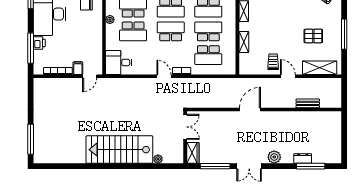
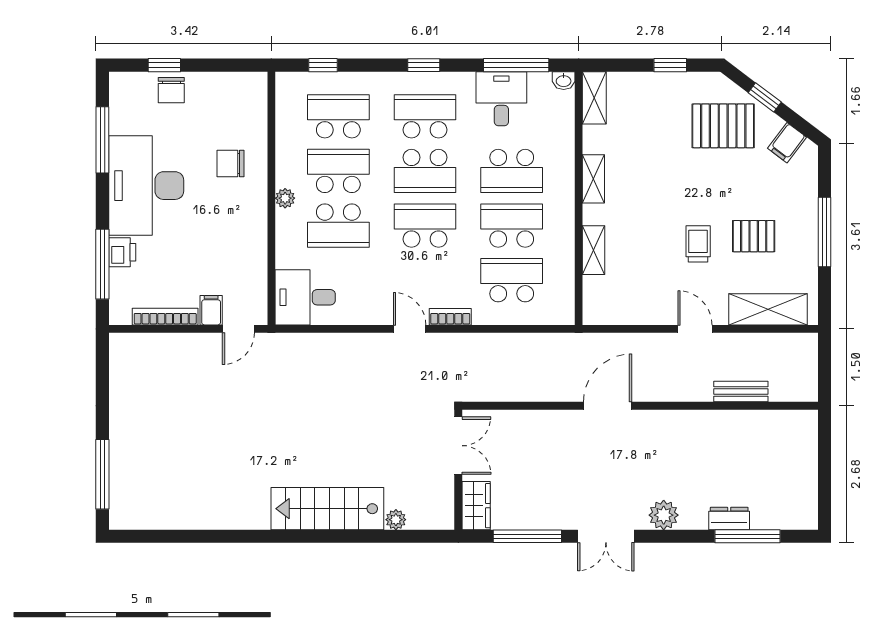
school desk: (208, 55) -> (512, 280), turned 180
trolley: (273, 62) -> (698, 244), moved
stairs: (119, 150) -> (327, 509), width x0.73, depth x0.66

